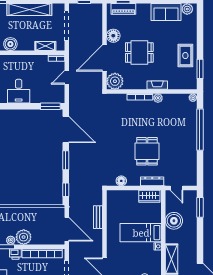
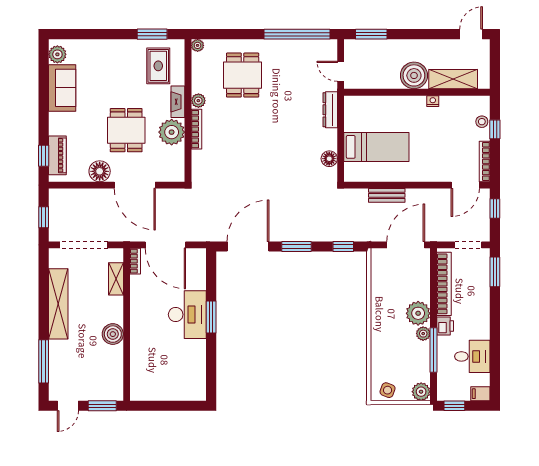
rug: (185, 56) -> (158, 66), moved, turned 90
door: (67, 77) -> (165, 245), width x1.87
plant: (115, 81) -> (172, 132), moved
desk: (19, 91) -> (187, 315), width x1.37
window: (50, 106) -> (211, 317), moved
window: (200, 130) -> (297, 34), moved
dining table: (147, 151) -> (243, 75), moved, turned 90
door: (177, 188) -> (341, 71), swing flipped
wardrobe: (149, 196) -> (354, 114), removed
boiler: (174, 221) -> (414, 75), moved
bed: (141, 233) -> (376, 147), moved, turned -90

